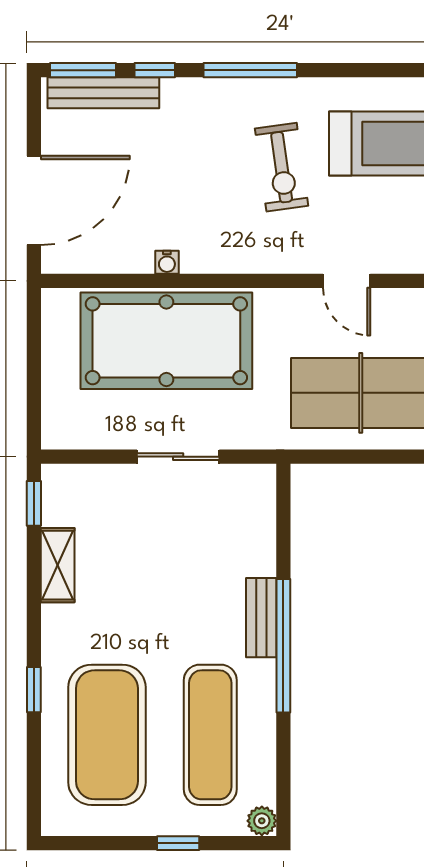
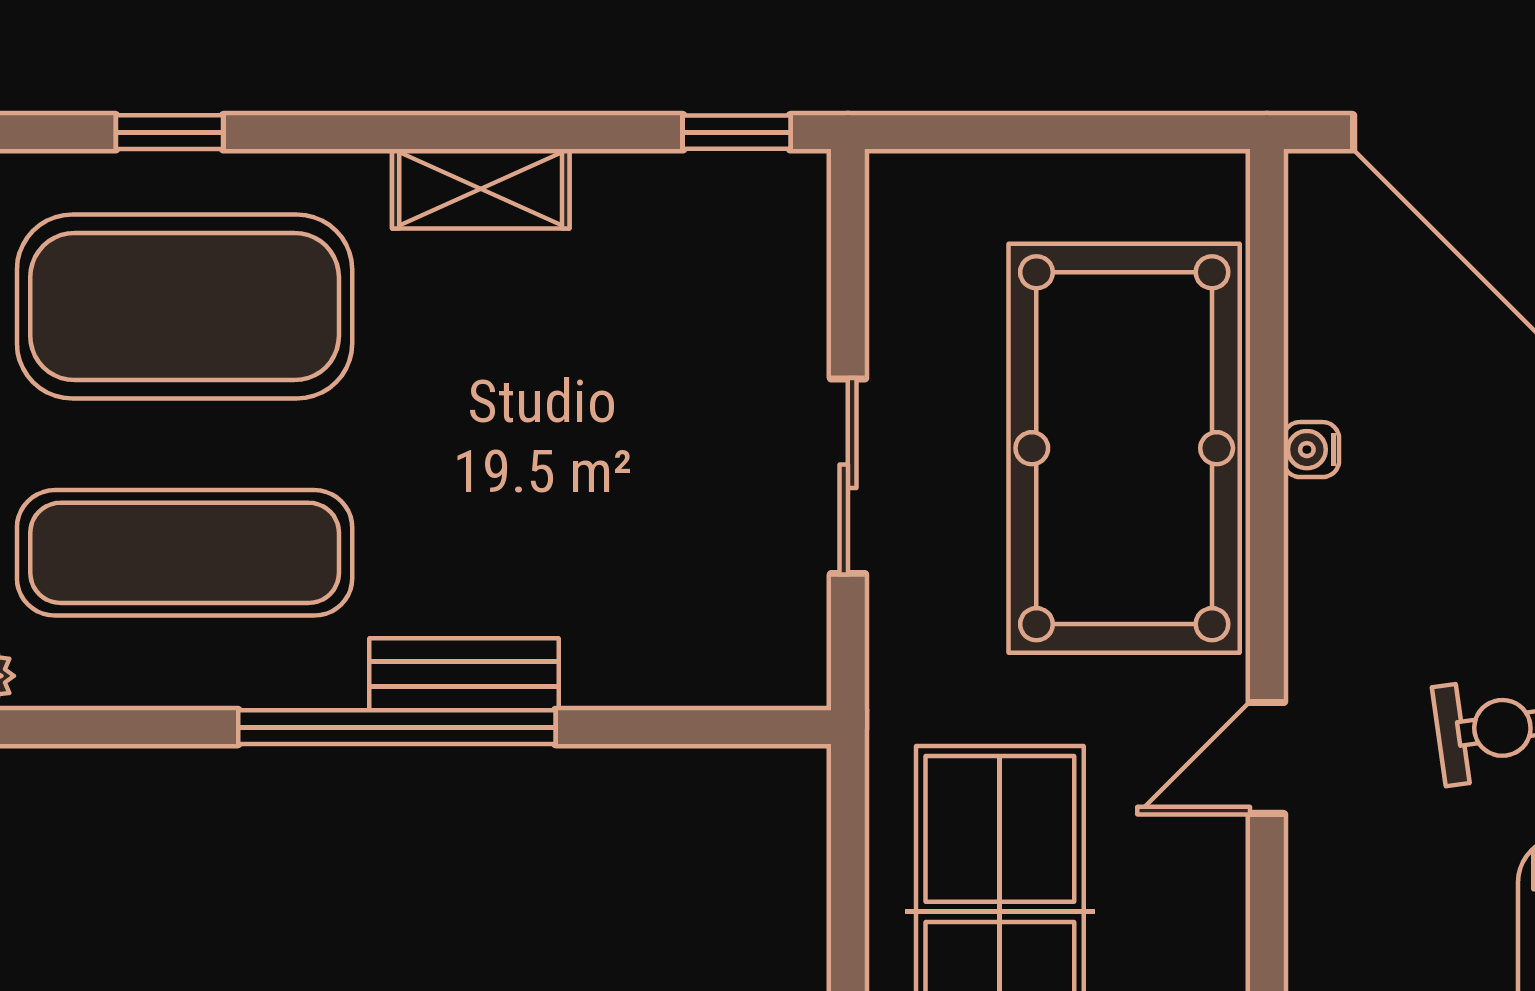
door: (347, 281) -> (1267, 758), moved
shelving: (58, 565) -> (481, 189), moved
window: (34, 690) -> (170, 132), moved

